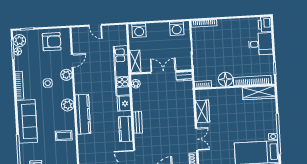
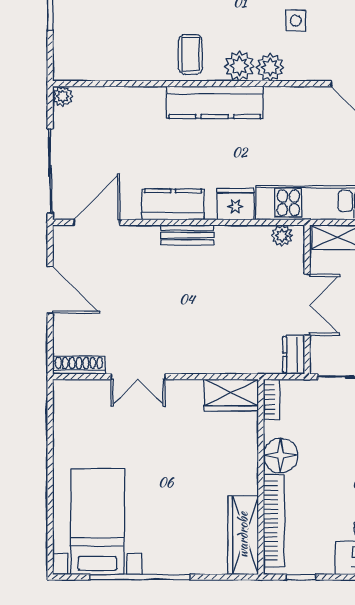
plant: (66, 75) -> (270, 67), moved
wardrobe: (203, 111) -> (231, 395), moved
coffee table: (64, 136) -> (190, 54), moved

